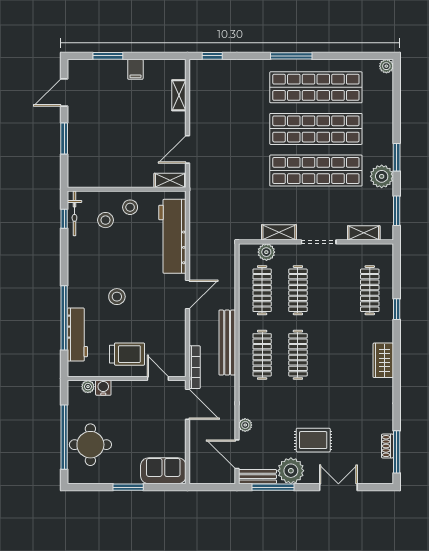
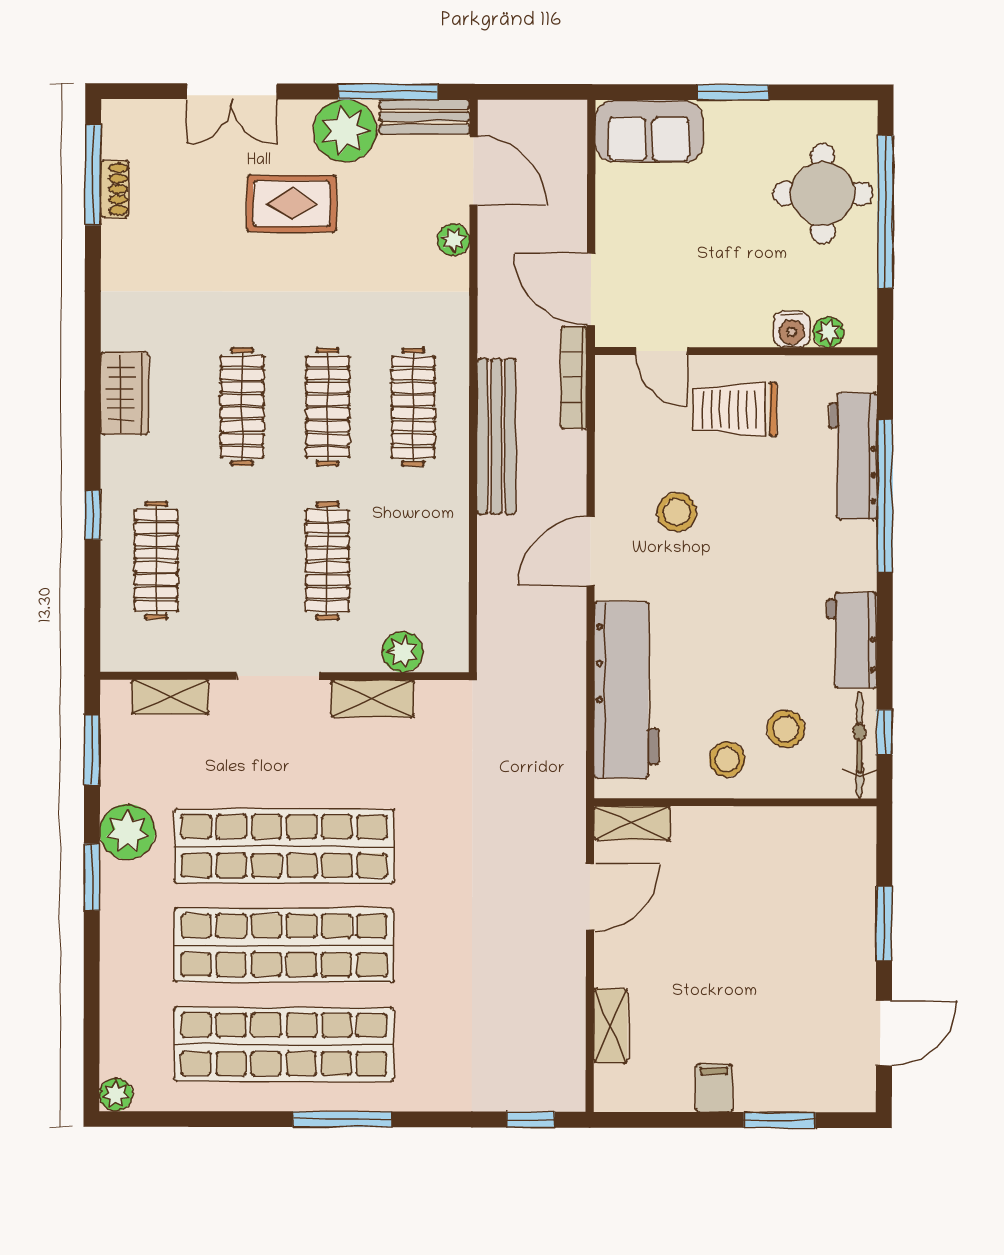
workbench: (78, 257) -> (852, 640), added
clothes rail: (262, 290) -> (242, 407), moved
stool: (117, 297) -> (677, 512), moved

